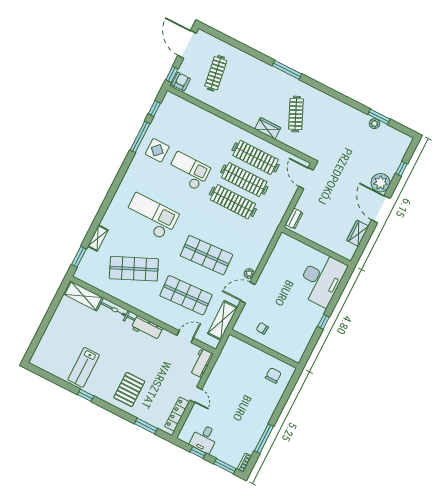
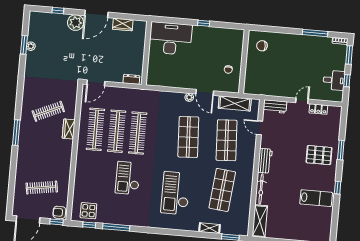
display table: (157, 150) -> (88, 211), moved
shop shelf: (134, 269) -> (222, 190), turned 30
locker: (177, 414) -> (318, 109), width x0.66
window: (146, 426) -> (341, 150), moved

